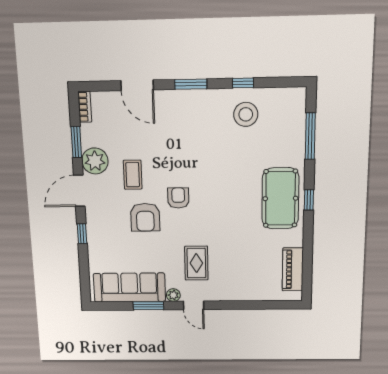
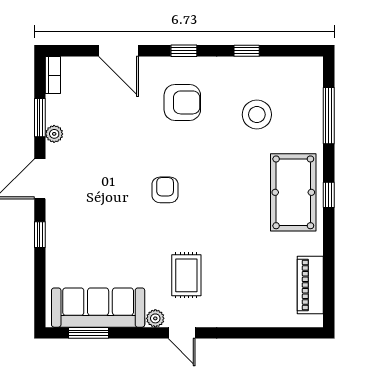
window: (191, 84) -> (184, 51), width x0.67
stool: (246, 114) -> (257, 115), moved
plant: (95, 161) -> (54, 134), width x0.53, depth x0.53
coffee table: (133, 175) -> (109, 160), removed
armchair: (145, 217) -> (182, 102), moved, turned -90
window: (148, 306) -> (89, 333), moved

